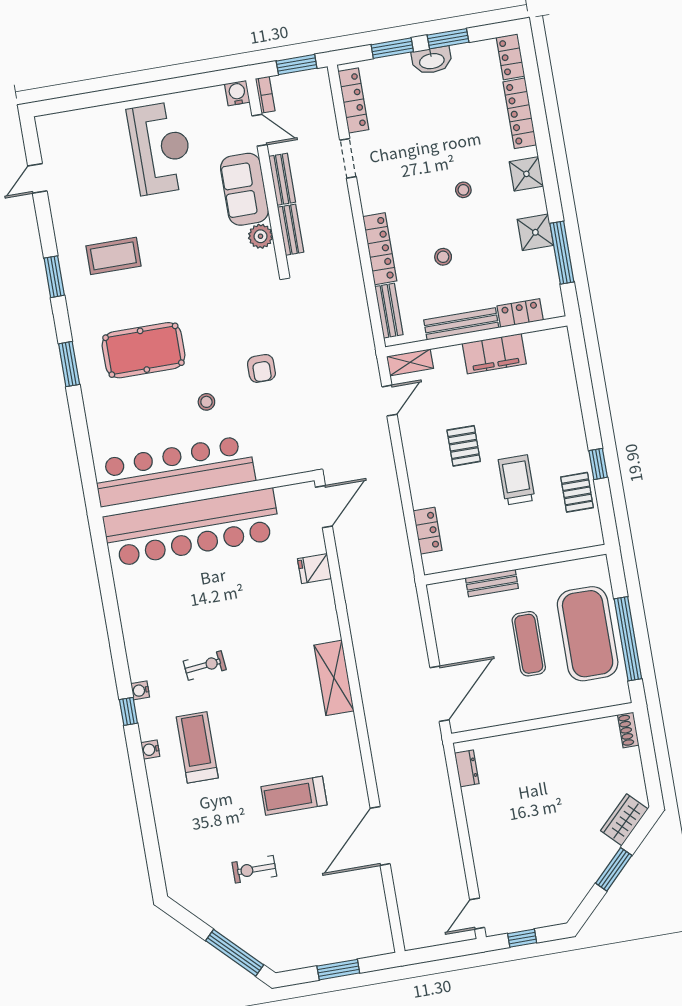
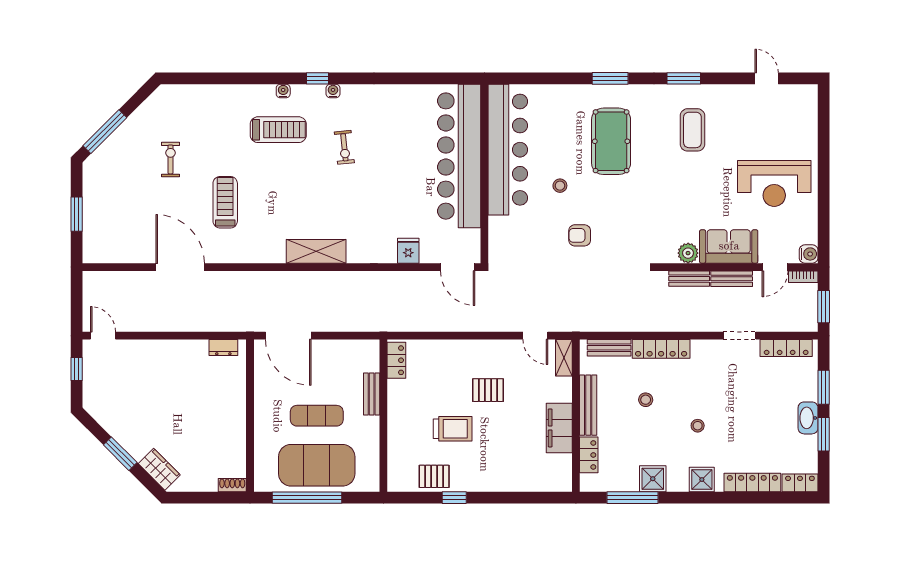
locker: (428, 531) -> (396, 360), moved, turned -90

